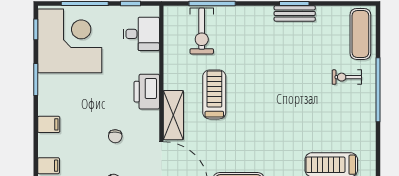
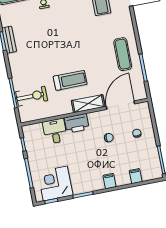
desk: (141, 34) -> (55, 131), moved
corner desk: (70, 41) -> (55, 184), width x0.74, depth x0.74
treadmill: (214, 94) -> (70, 80), turned 180

